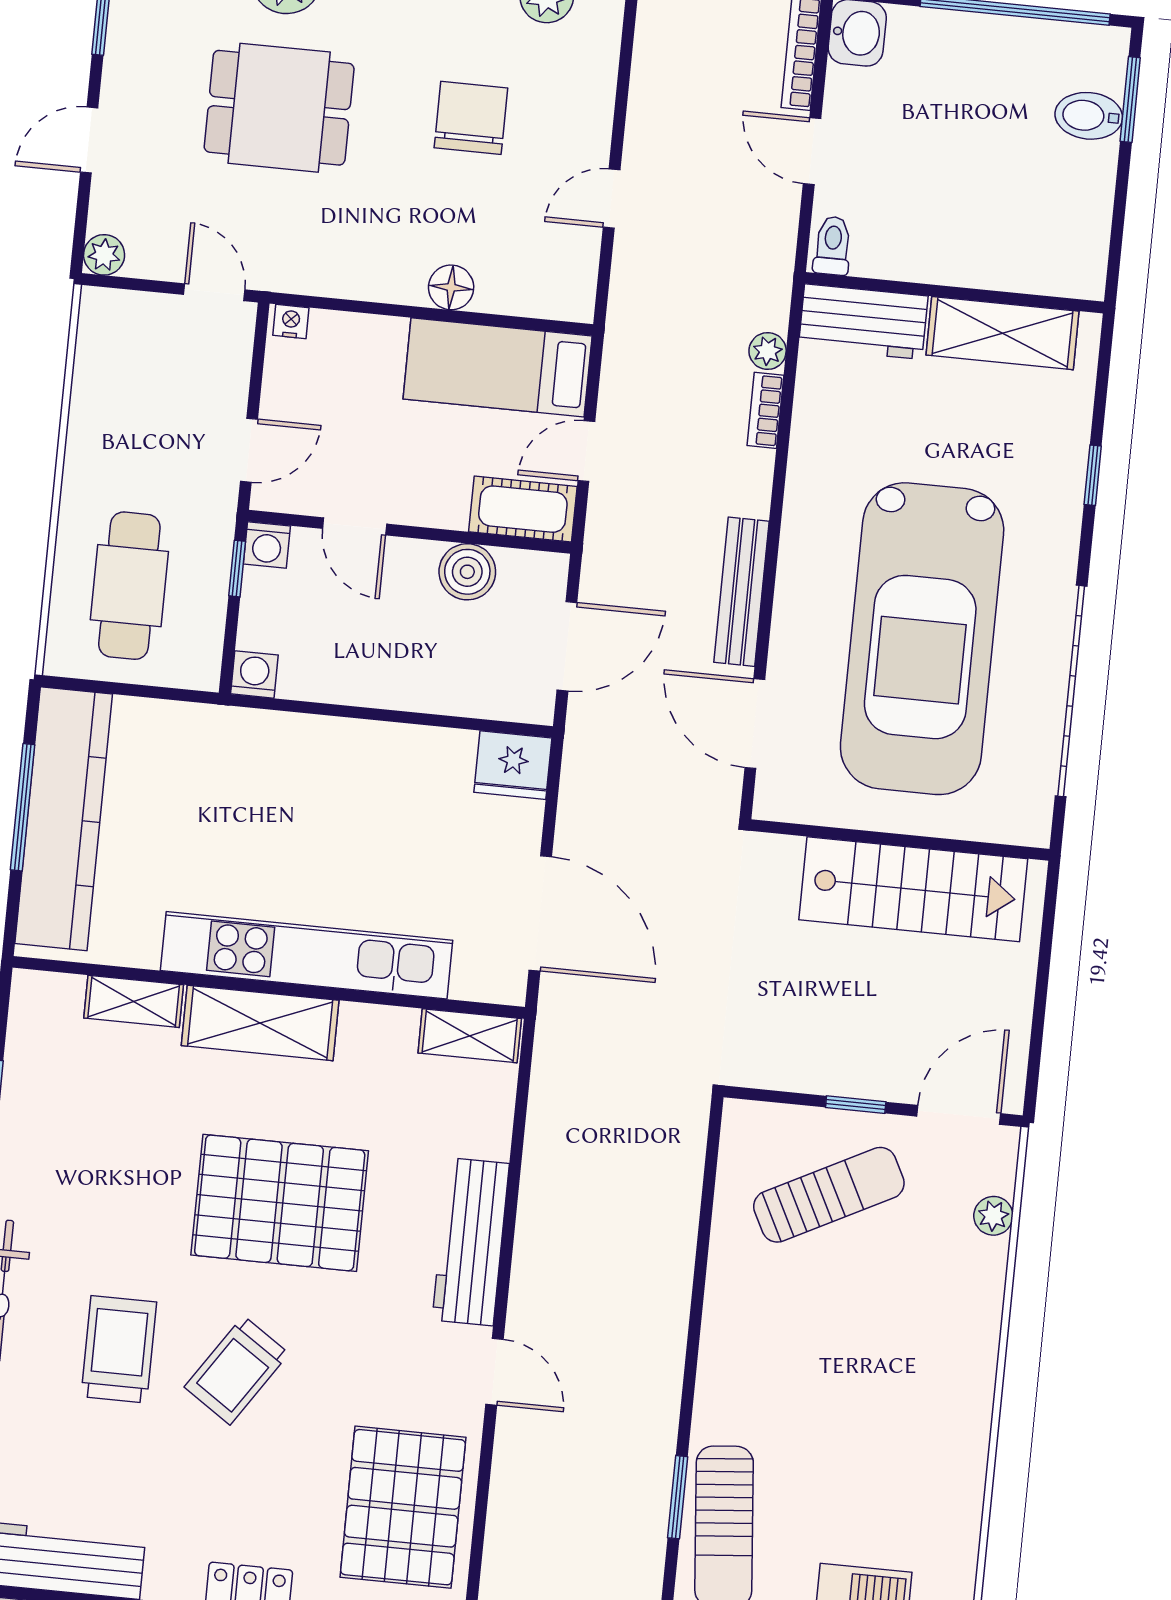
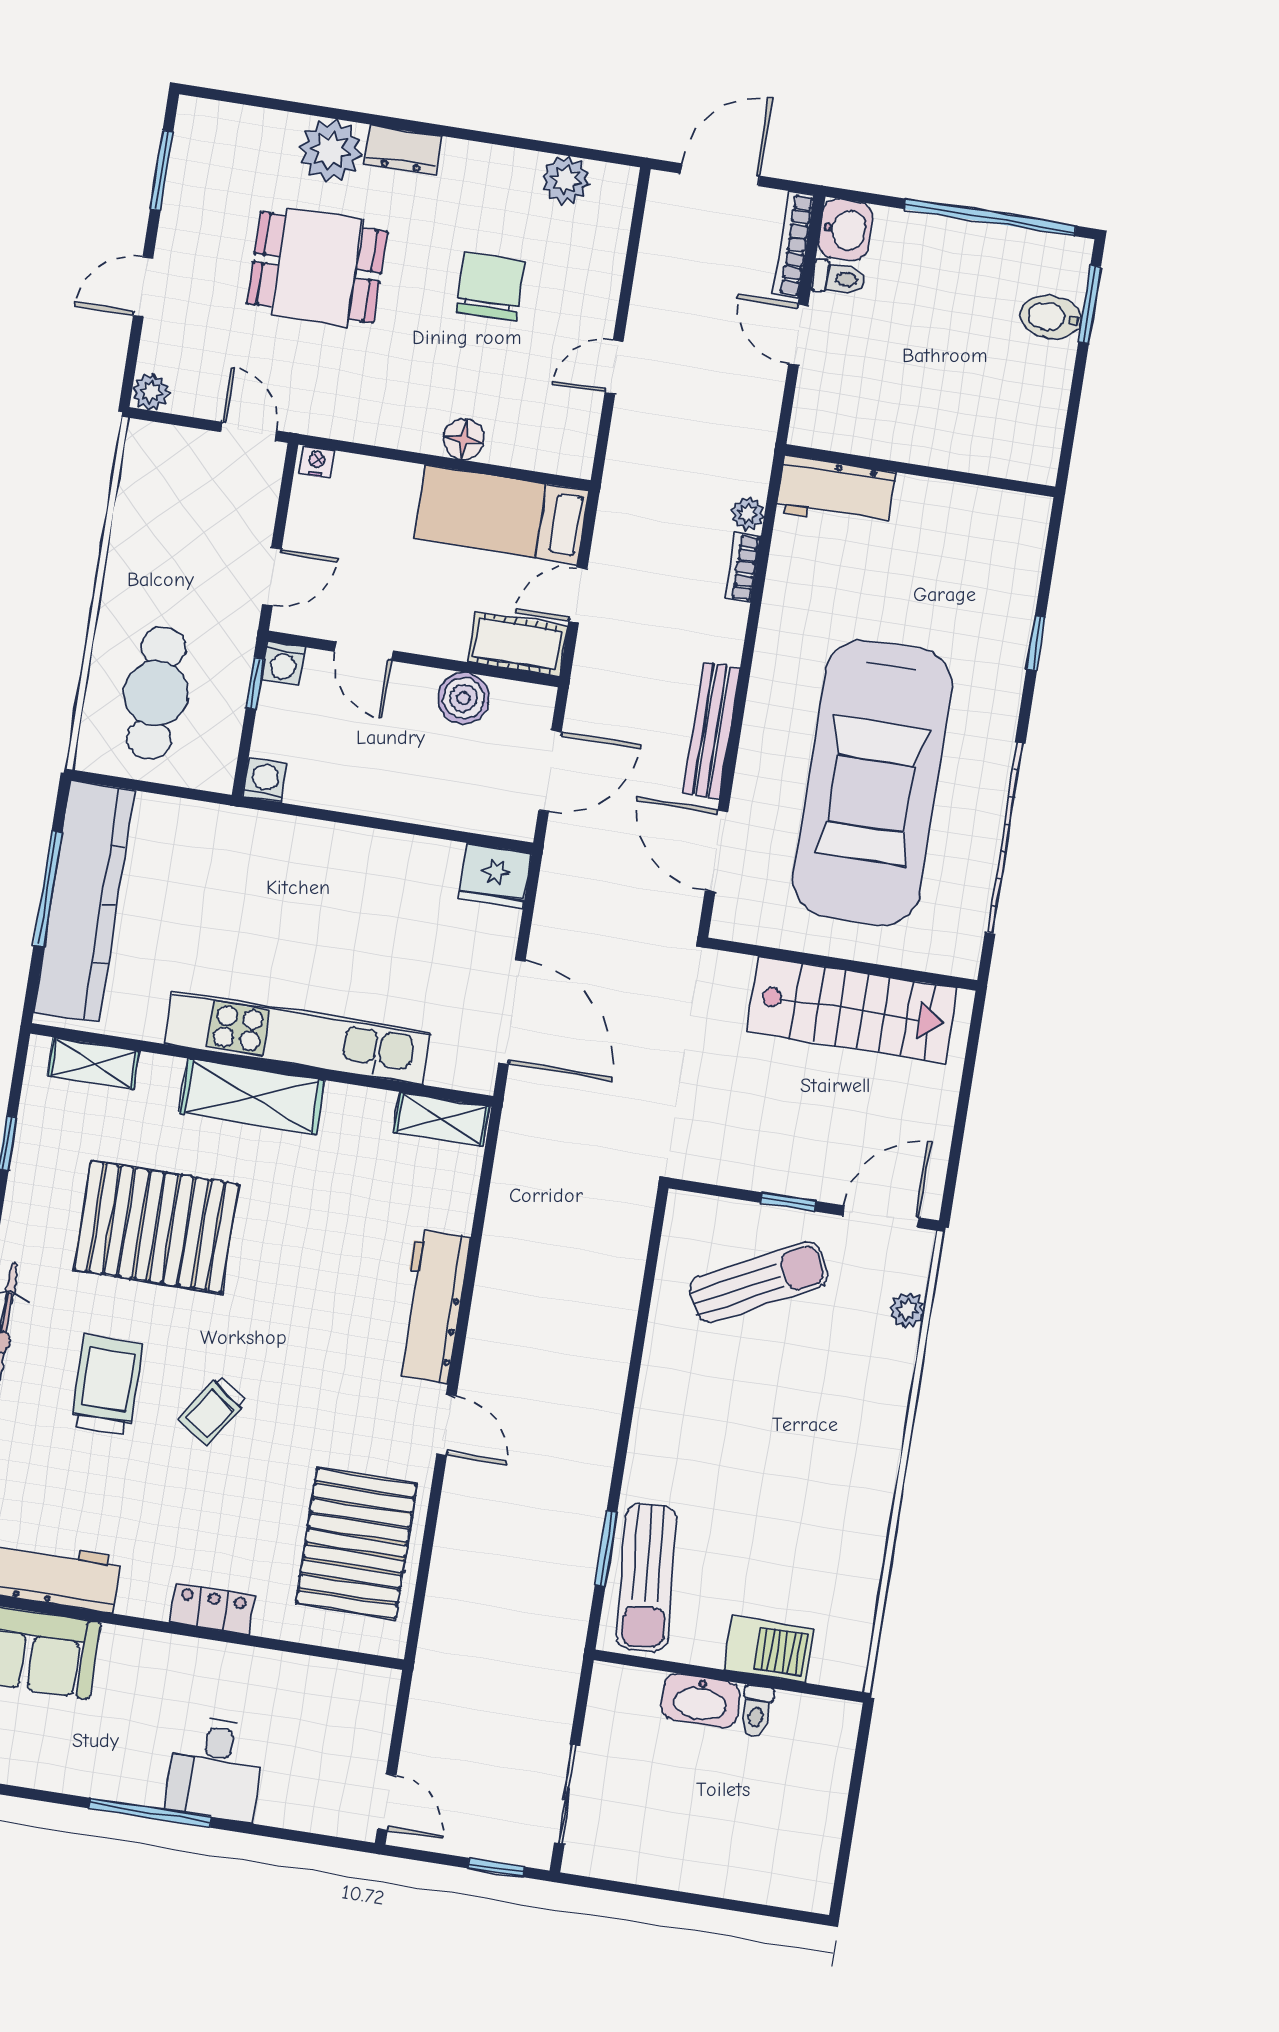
toilet: (833, 246) -> (839, 278), moved, turned 90
shelving: (1002, 333) -> (962, 510), removed
shelving: (134, 1001) -> (93, 1063), moved
pallet: (280, 1203) -> (156, 1227), moved
trolley: (237, 1370) -> (213, 1410), width x0.73, depth x0.72

